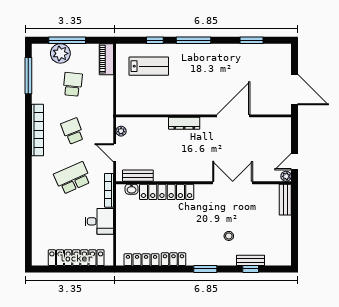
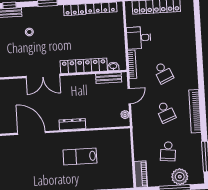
lab bench: (149, 66) -> (80, 157), moved
door: (233, 116) -> (32, 133), swing flipped
door: (115, 153) -> (129, 96), hinge flipped
school desk: (73, 178) -> (163, 73), width x0.54
double door: (233, 183) -> (43, 76), moved

